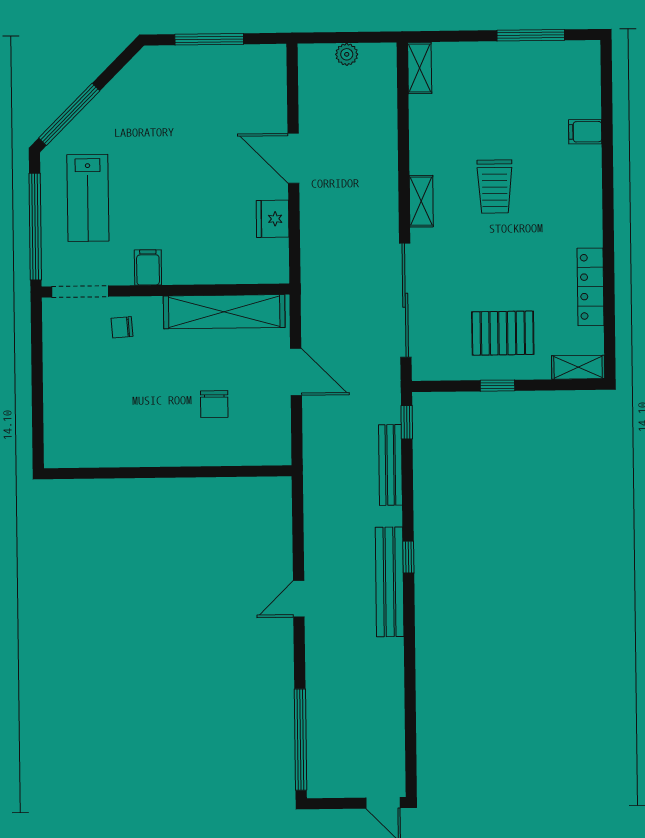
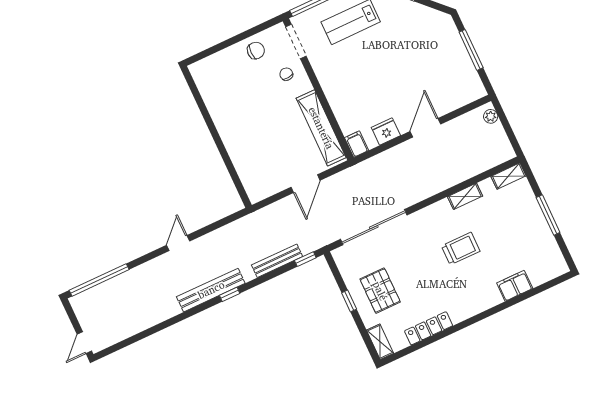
window: (531, 35) -> (548, 215), moved
plant: (347, 54) -> (491, 116), moved
filing cabinet: (585, 132) -> (515, 286), width x2.00
trolley: (495, 187) -> (461, 249), turned 180
shelving: (421, 201) -> (465, 196), moved
filing cabinet: (148, 267) -> (357, 144), moved, turned -90
chair: (214, 404) -> (256, 51), moved, turned 180
door: (299, 599) -> (178, 243), hinge flipped

